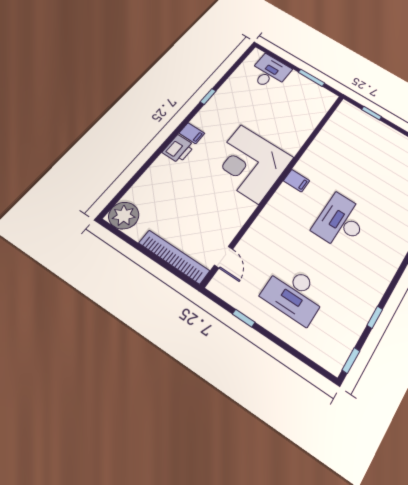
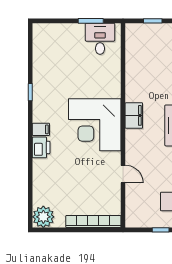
desk: (270, 72) -> (100, 39), moved
filing cabinet: (297, 181) -> (134, 115), width x2.00
door: (224, 257) -> (123, 174), moved

